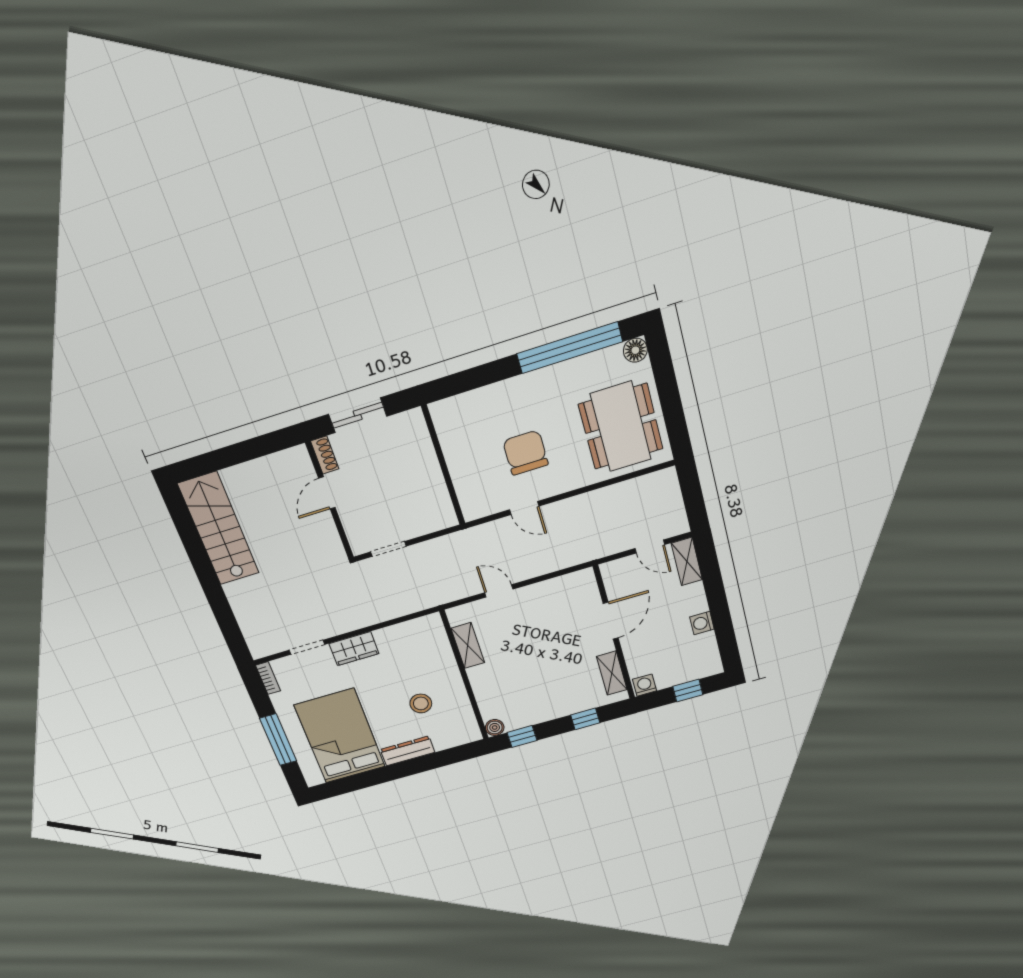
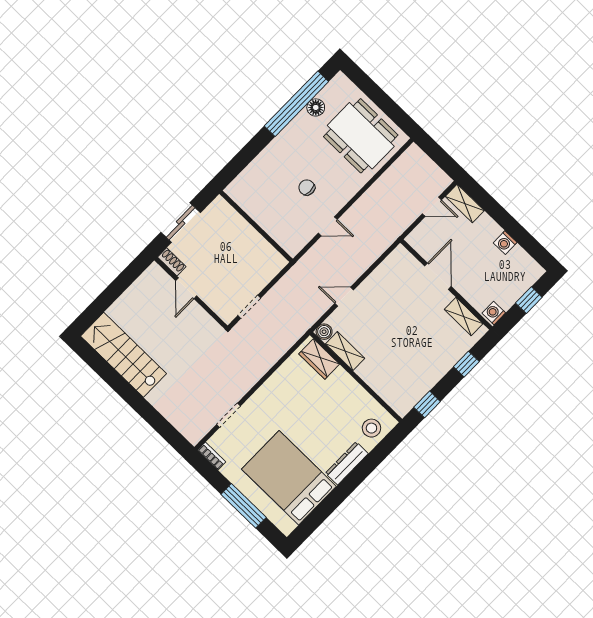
floor lamp: (635, 350) -> (316, 107), moved
chair: (525, 453) -> (307, 188), width x0.54, depth x0.54
wardrobe: (354, 649) -> (319, 359), moved, turned 90
stool: (421, 703) -> (371, 428), moved
boiler: (495, 727) -> (324, 332), moved

